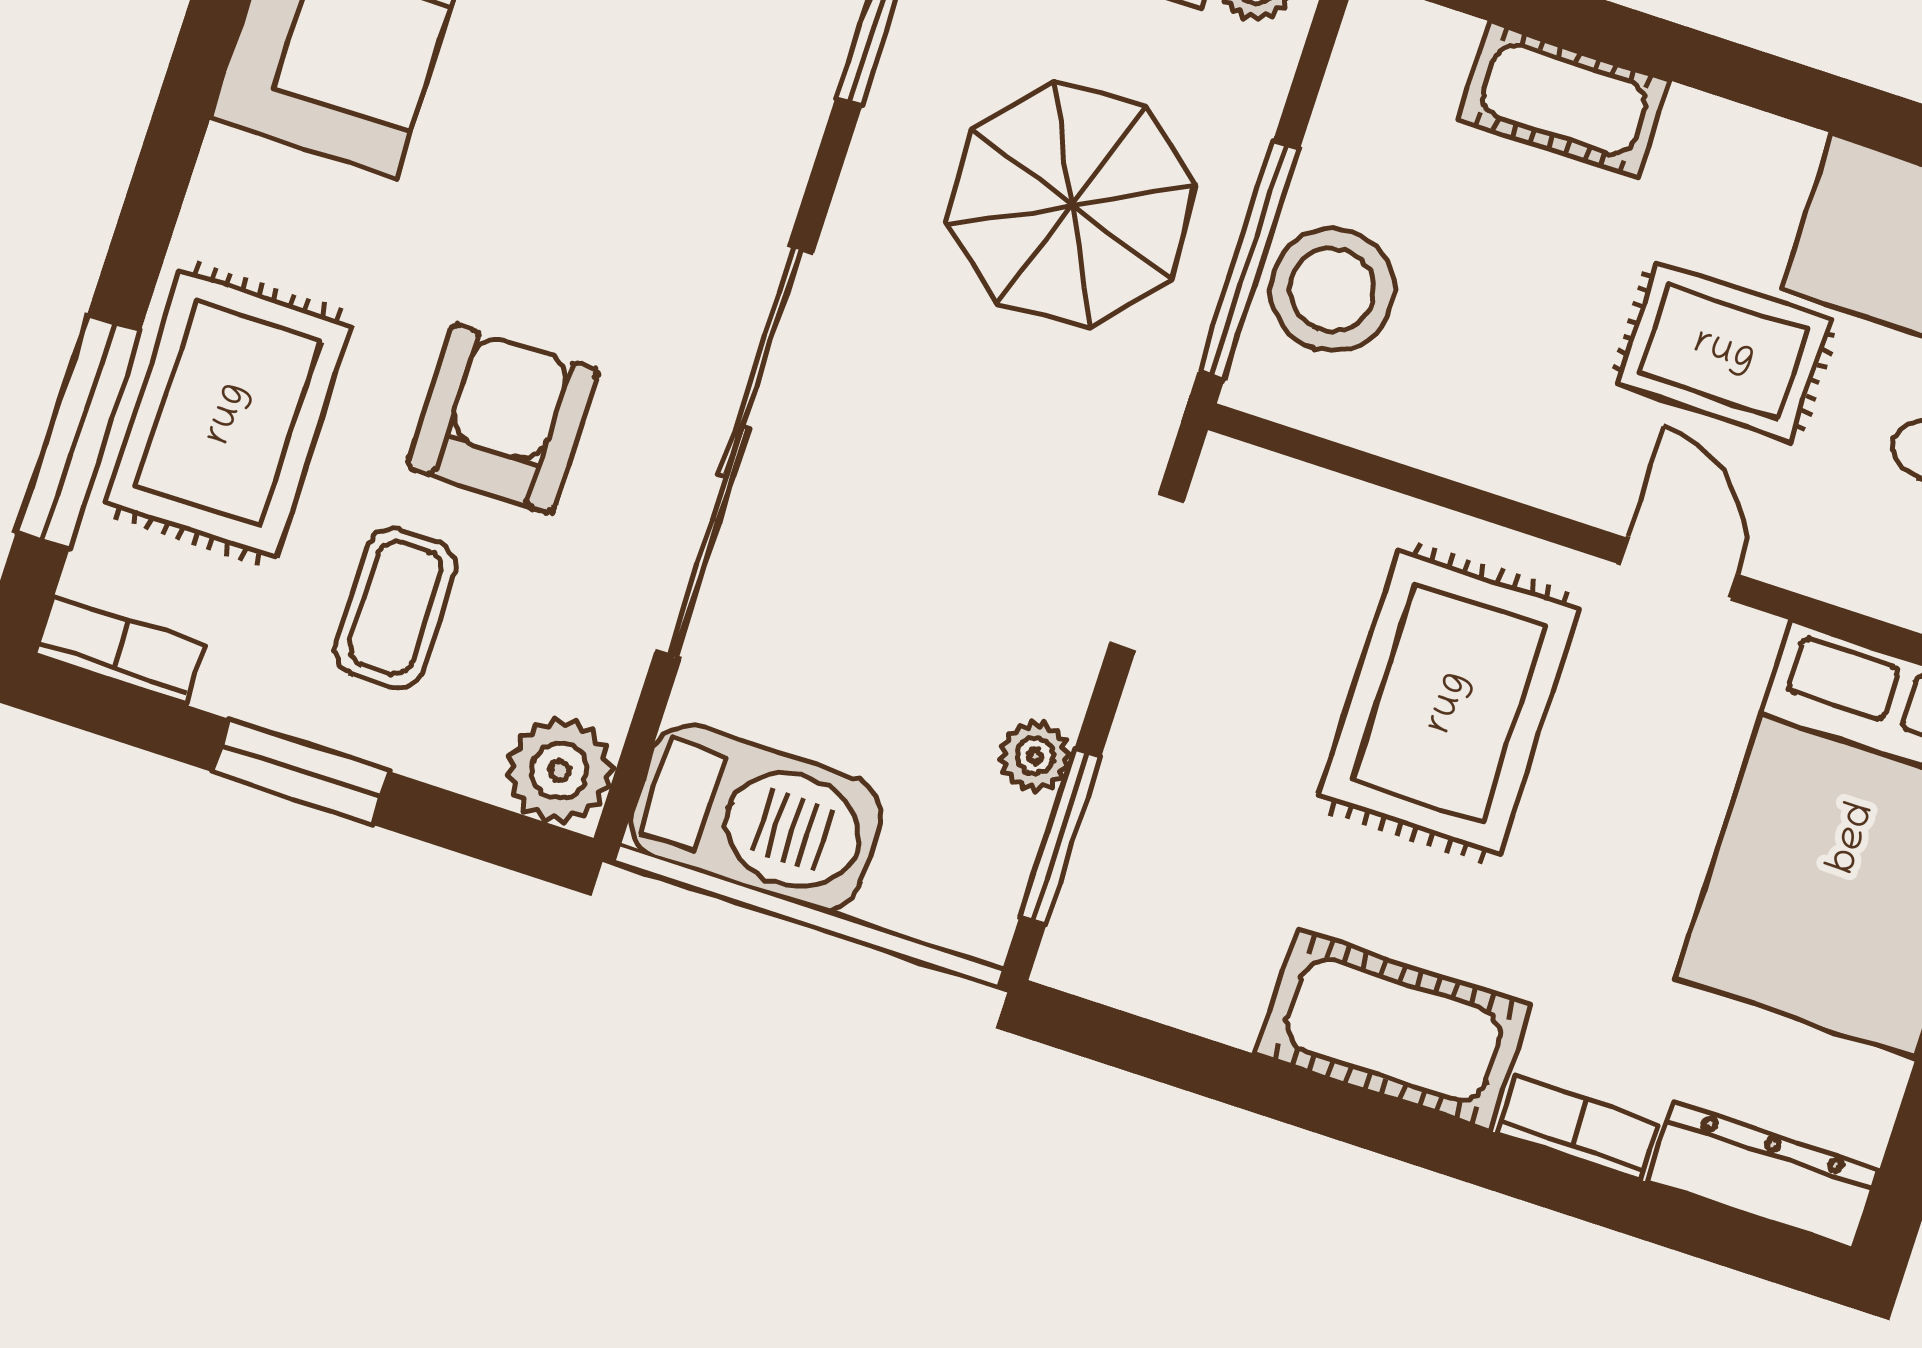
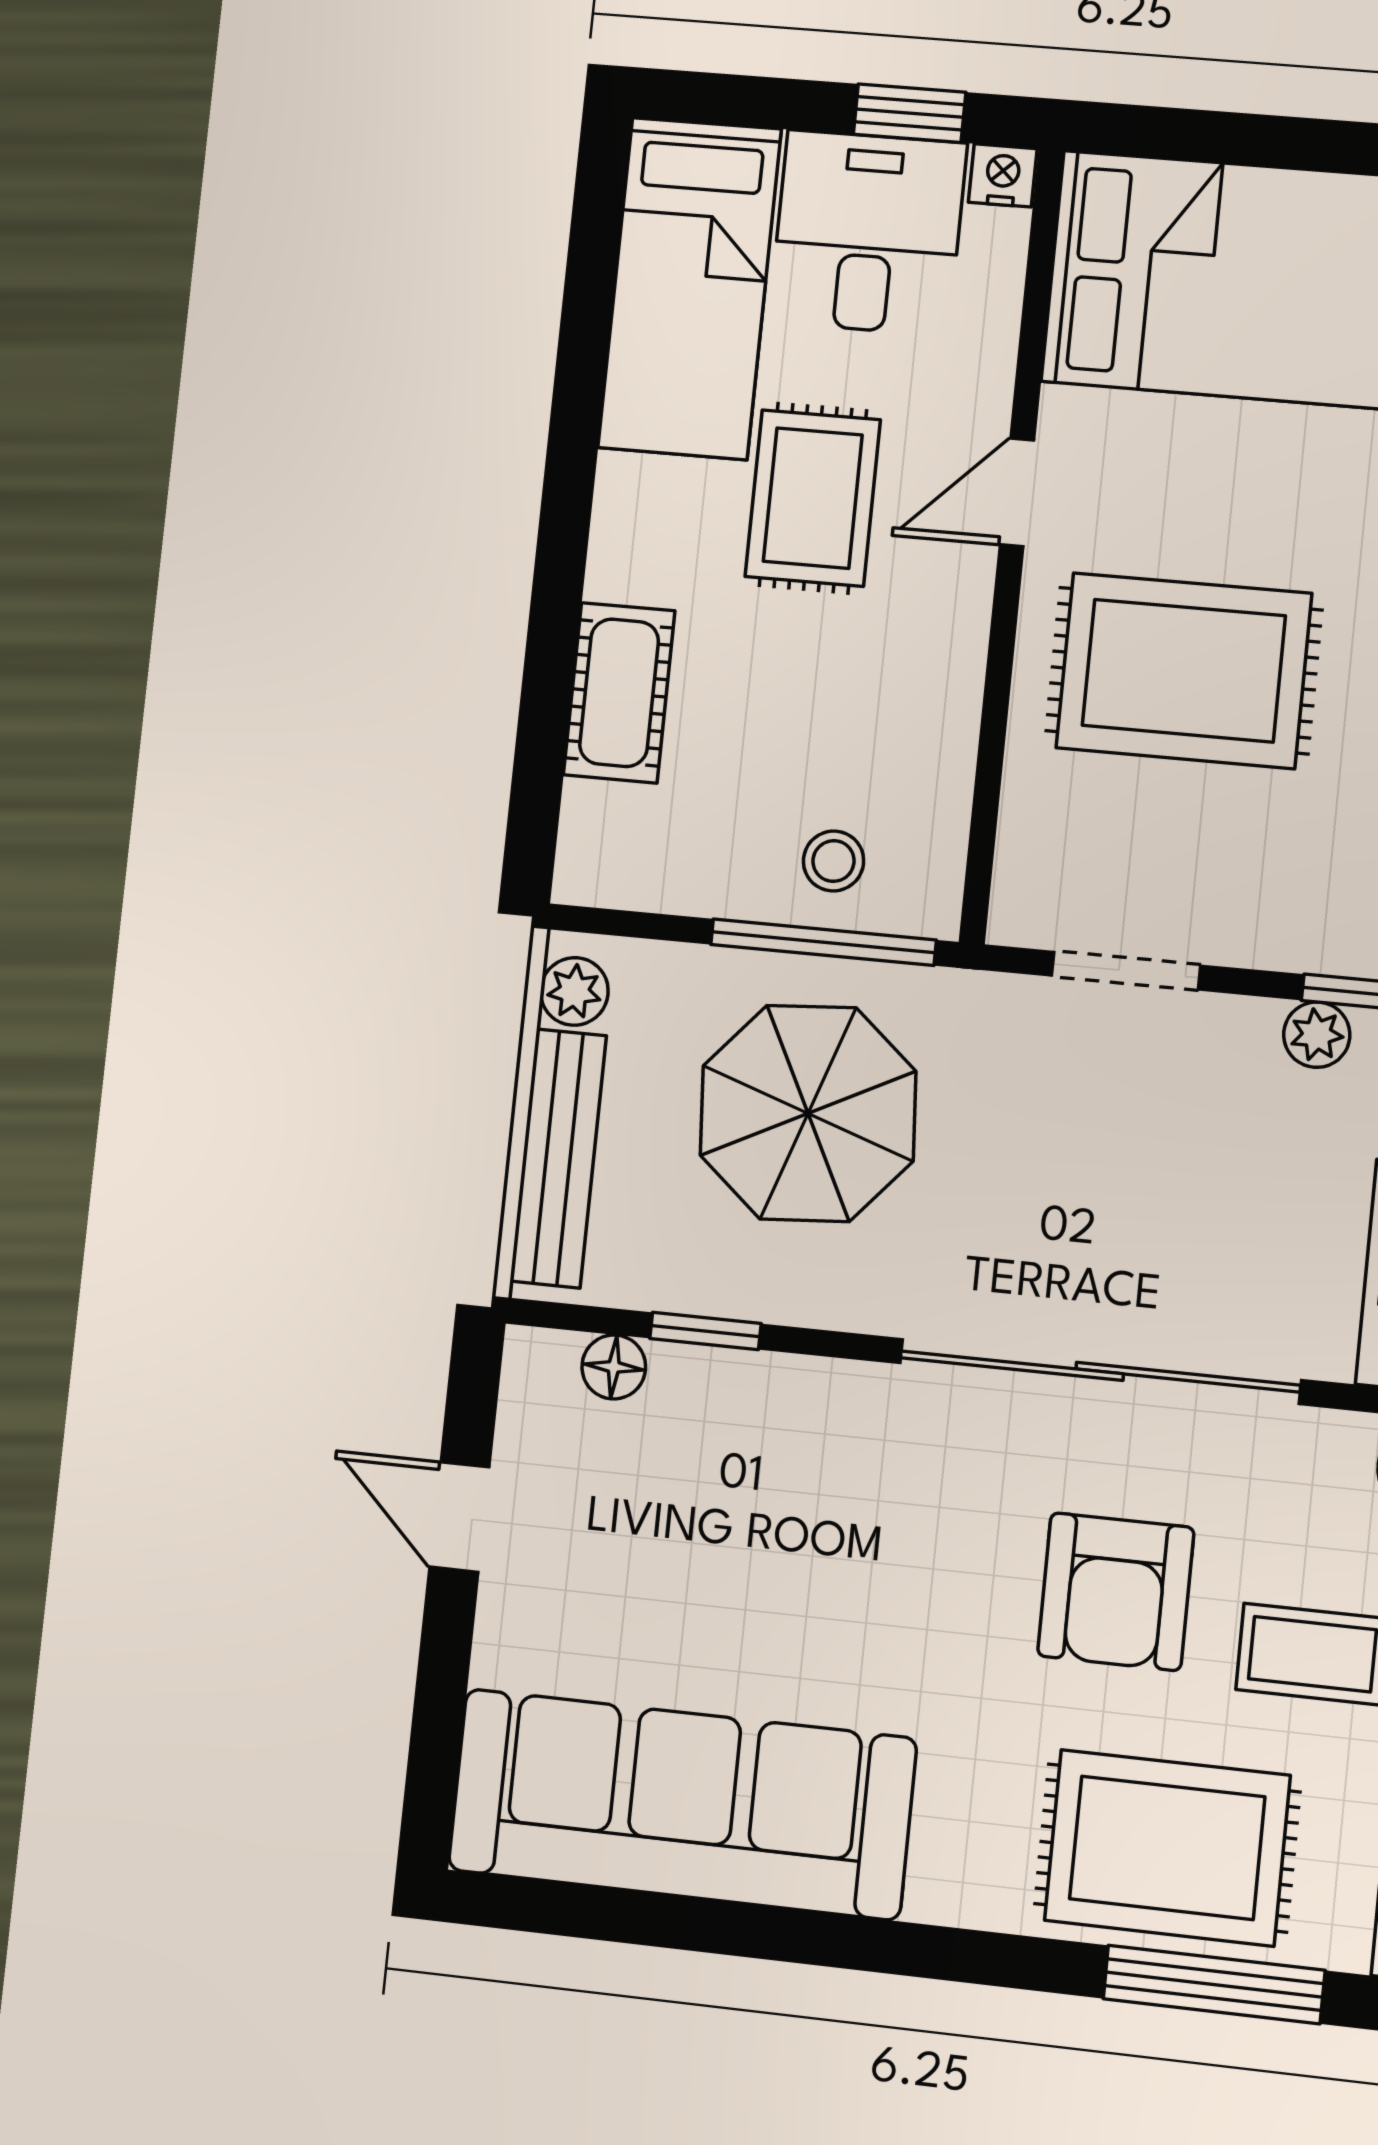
stool: (1332, 290) -> (833, 861), width x0.53, depth x0.53
armchair: (503, 419) -> (1116, 1592), turned -90

